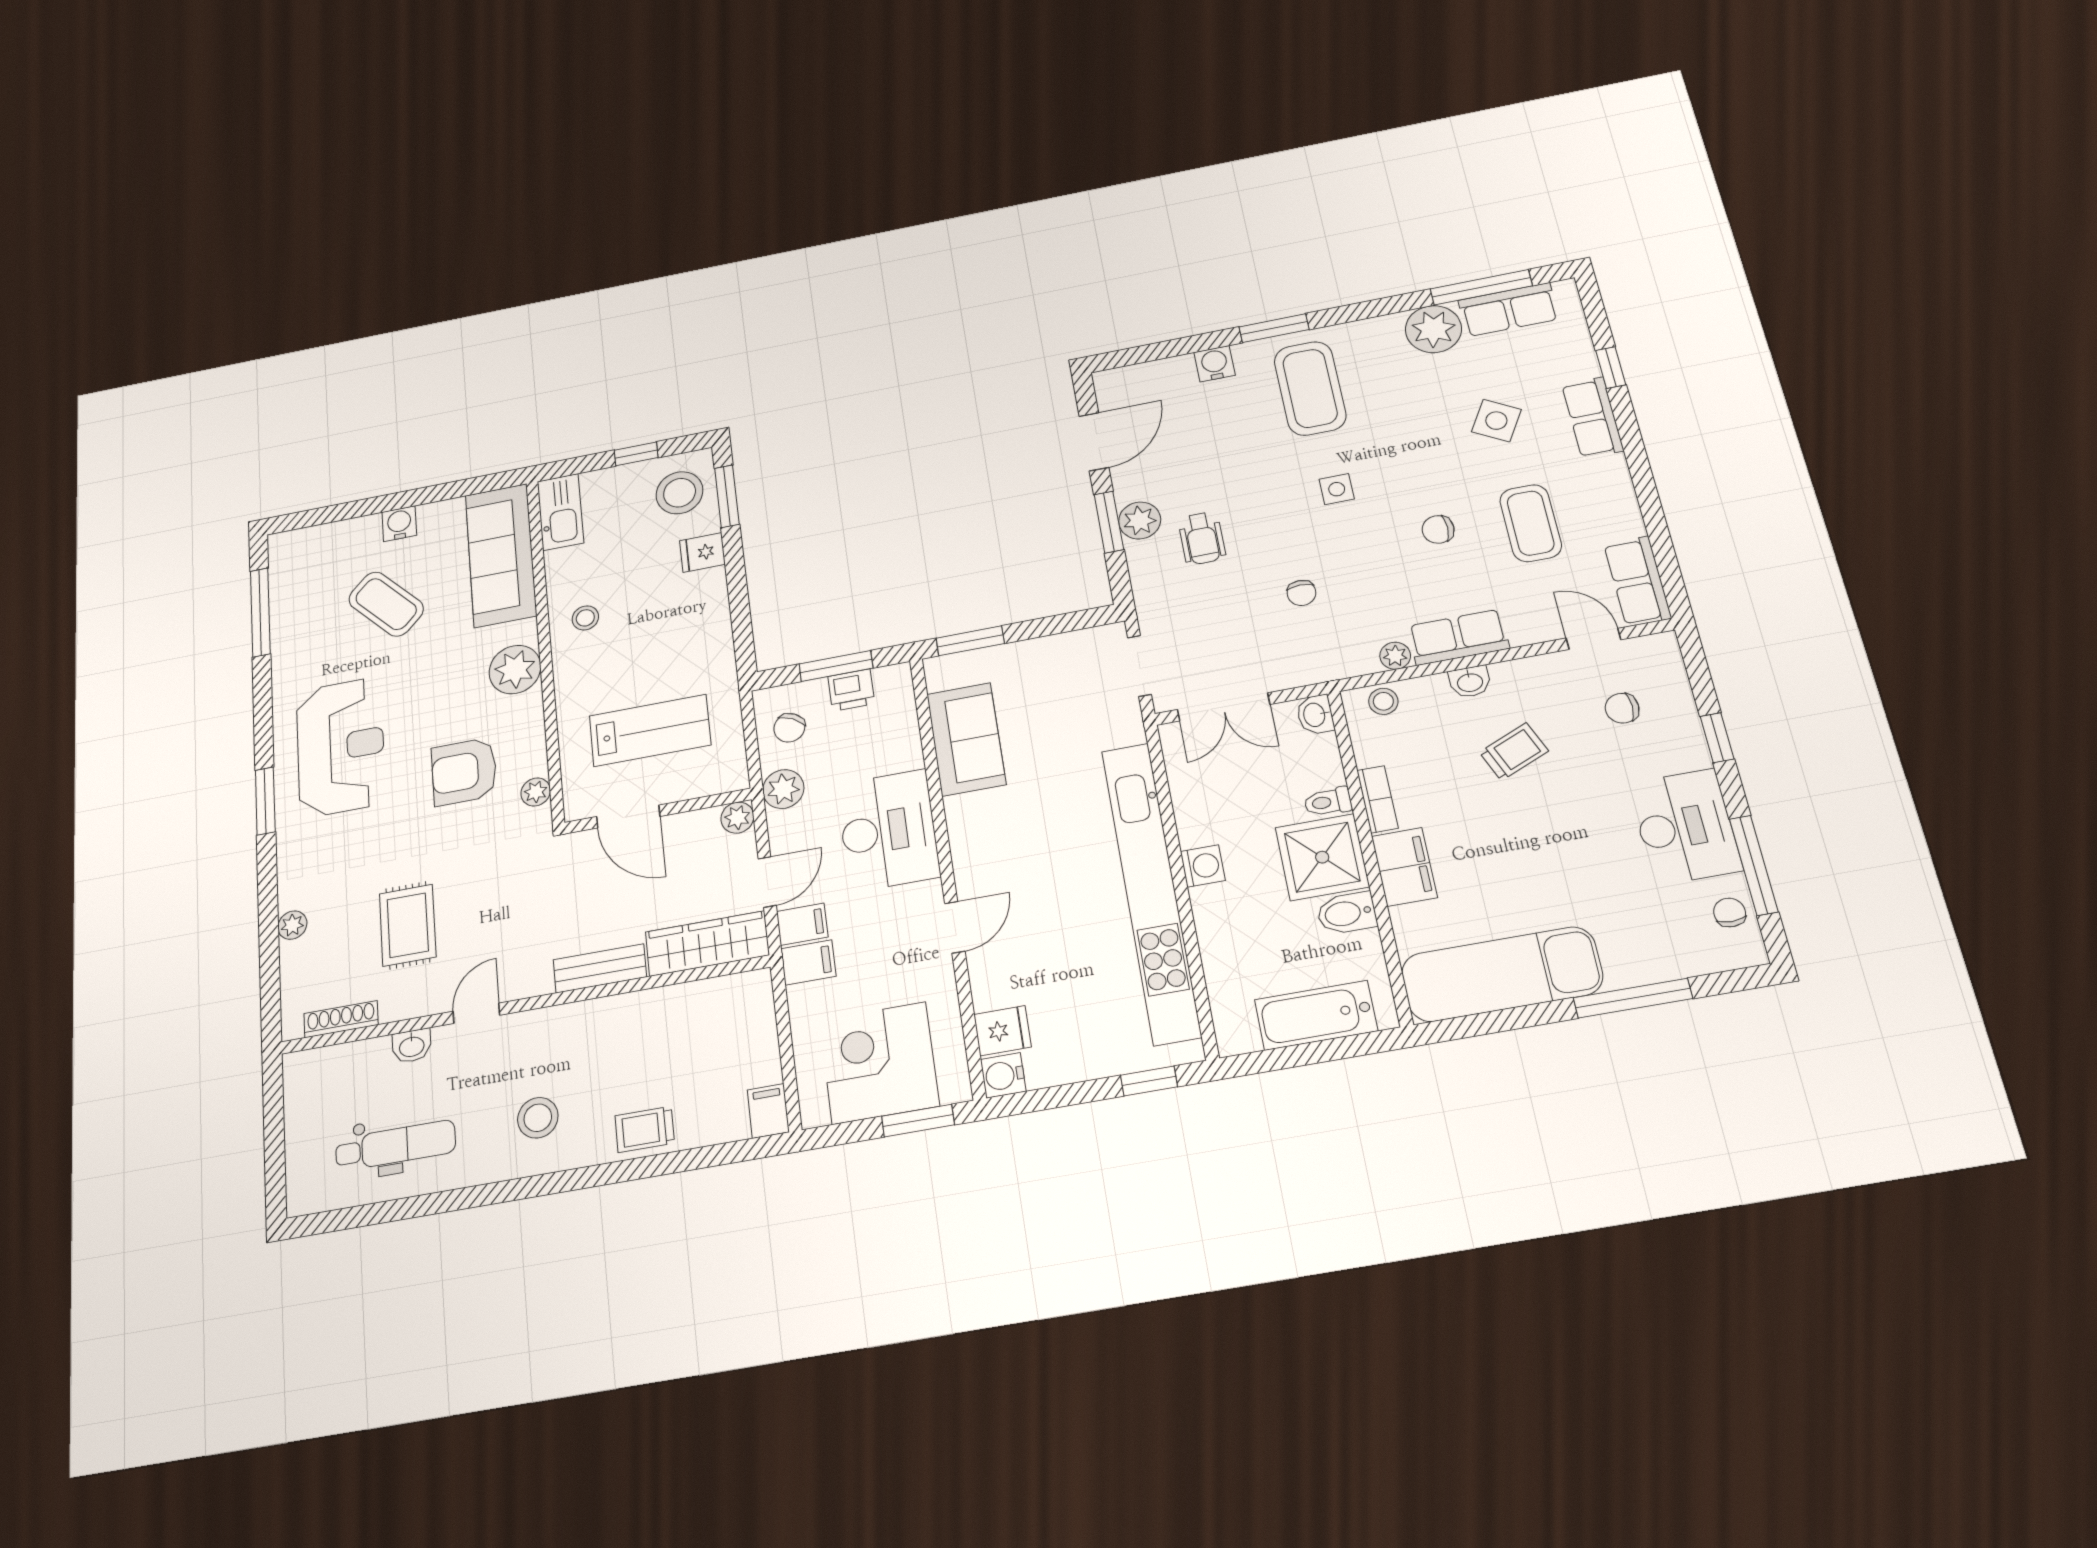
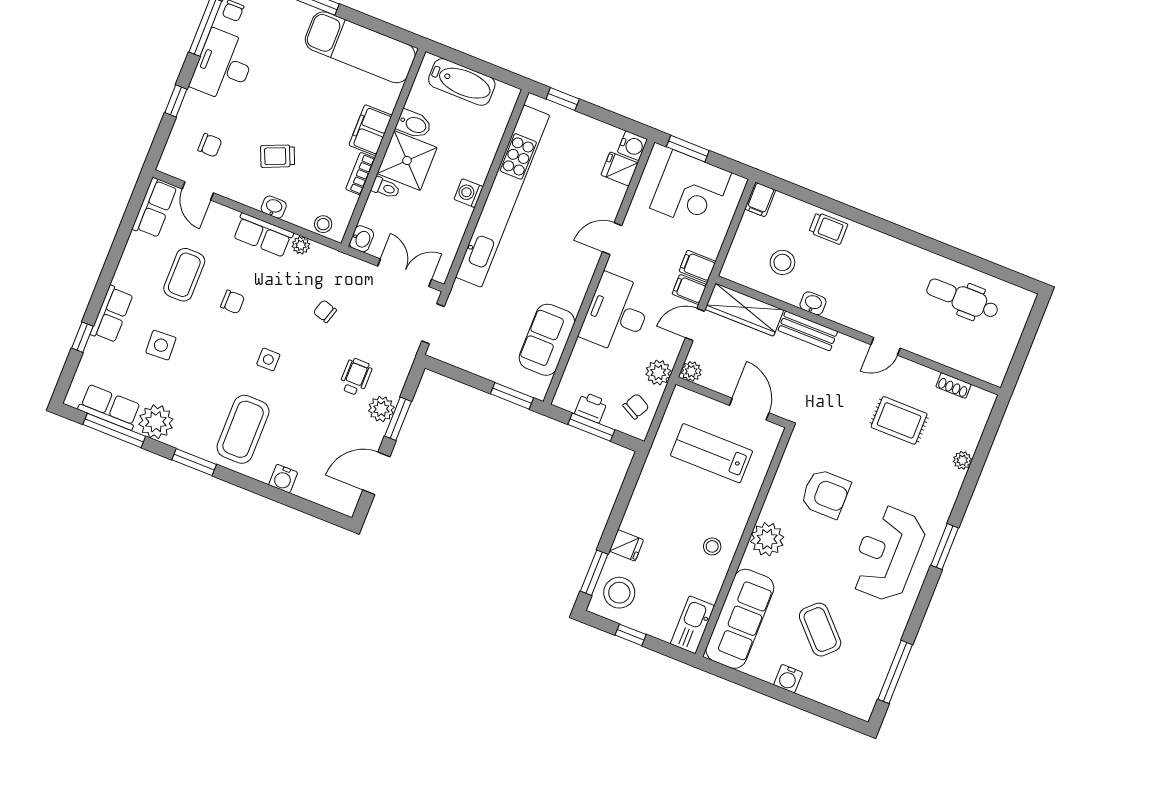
window: (1274, 328) -> (194, 462), moved
side table: (1496, 421) -> (161, 345), turned -33
chair: (1301, 593) -> (325, 311), turned -73
plant: (536, 792) -> (792, 456), removed
rug: (408, 925) -> (899, 420), turned 90
shoe rack: (341, 1019) -> (953, 386), width x0.70
washbasin: (412, 1046) -> (813, 303), moved
stool: (538, 1118) -> (782, 262), moved

